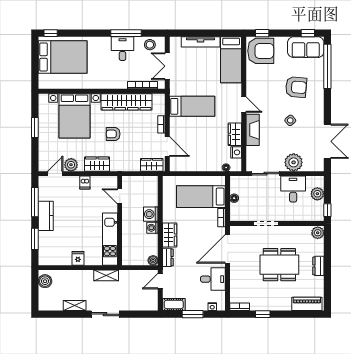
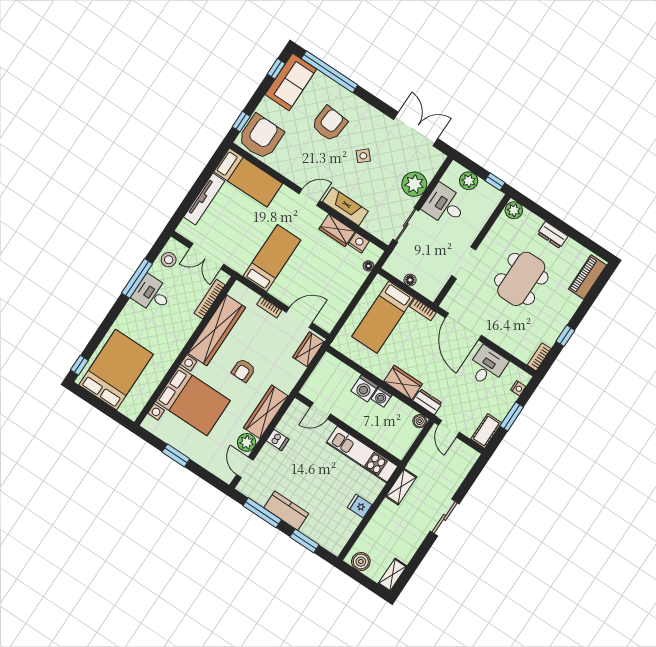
wardrobe: (97, 164) -> (266, 412), width x1.50
shelving: (75, 306) -> (392, 575), moved

